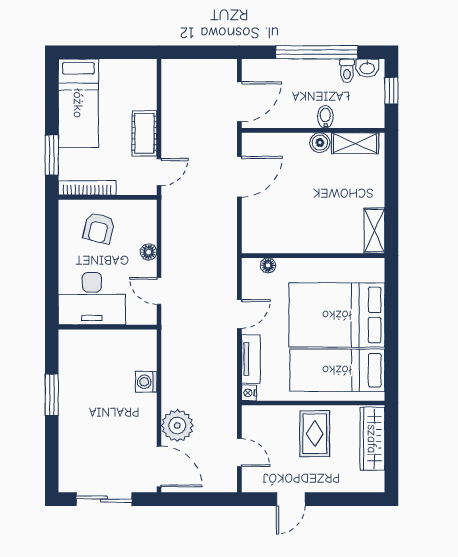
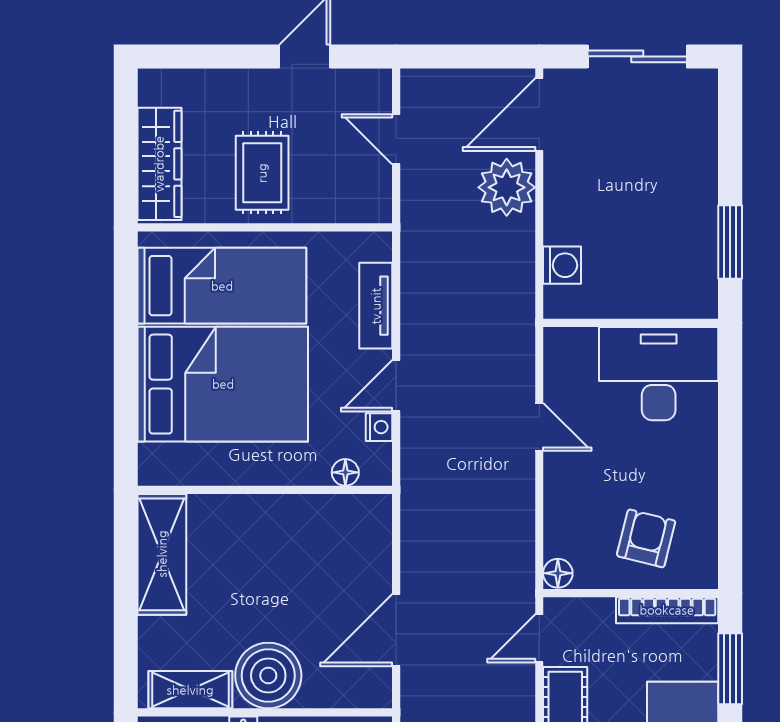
boiler: (320, 143) -> (268, 676), width x1.86, depth x1.86
shelving: (374, 231) -> (162, 554), width x1.50, depth x1.33
floor lamp: (149, 252) -> (558, 573), moved
desk: (92, 299) -> (659, 374), moved
wall: (108, 327) -> (631, 323), moved
nightstand: (249, 393) -> (379, 427), moved
door: (159, 466) -> (539, 114), hinge flipped

